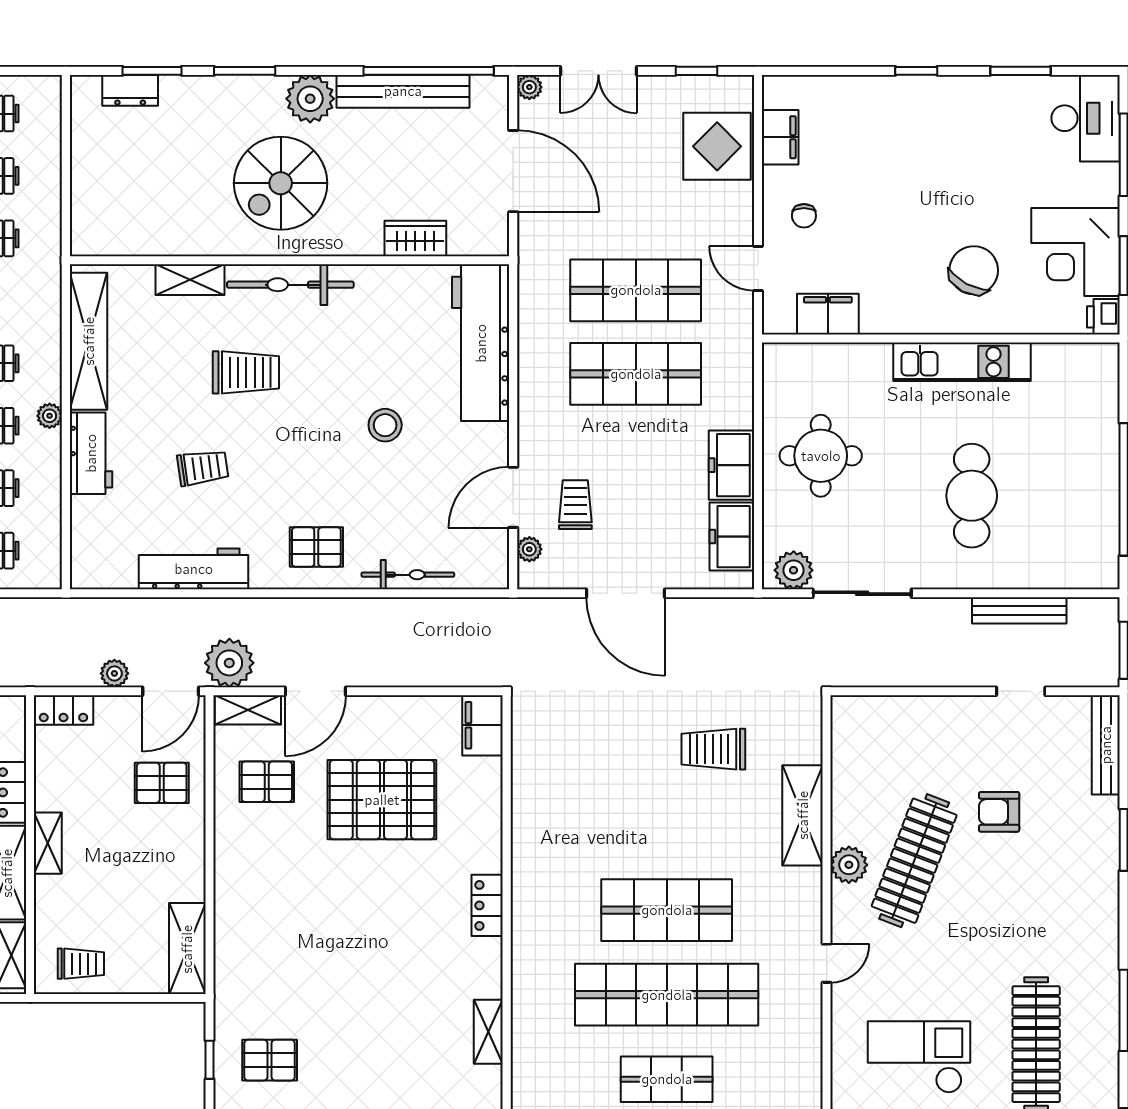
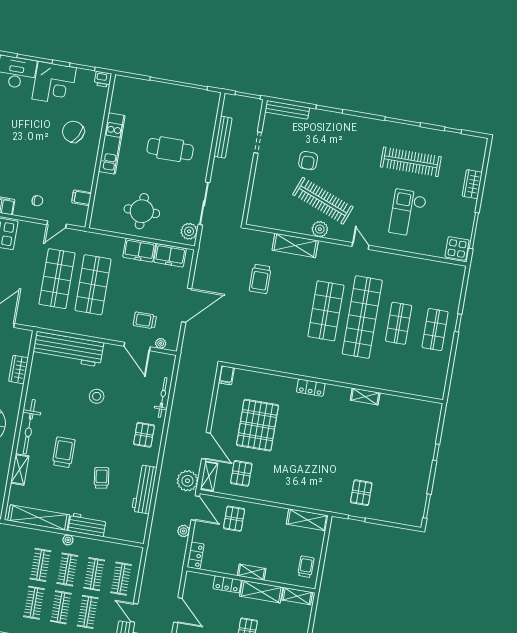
corner desk: (1076, 252) -> (54, 83), moved
filing cabinet: (828, 314) -> (81, 198), width x0.50
filing cabinet: (483, 725) -> (226, 375), width x0.50

